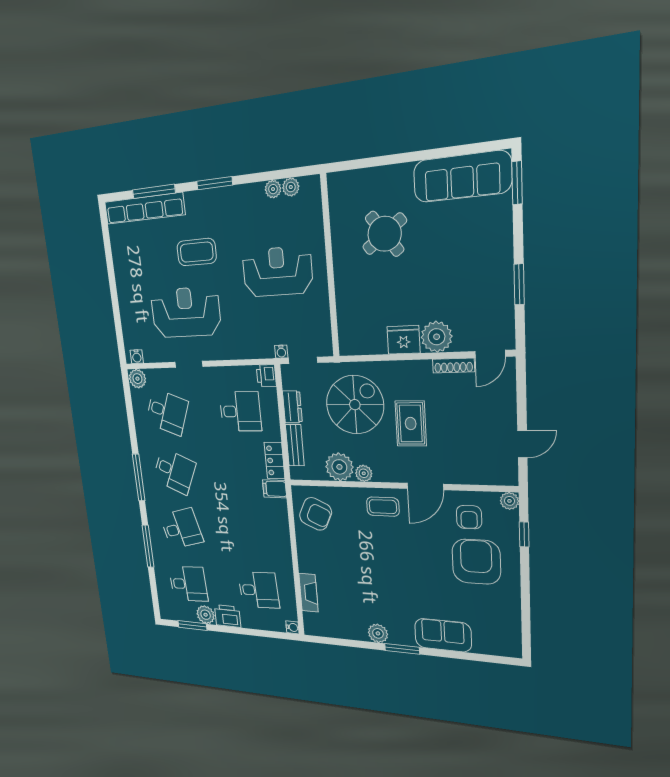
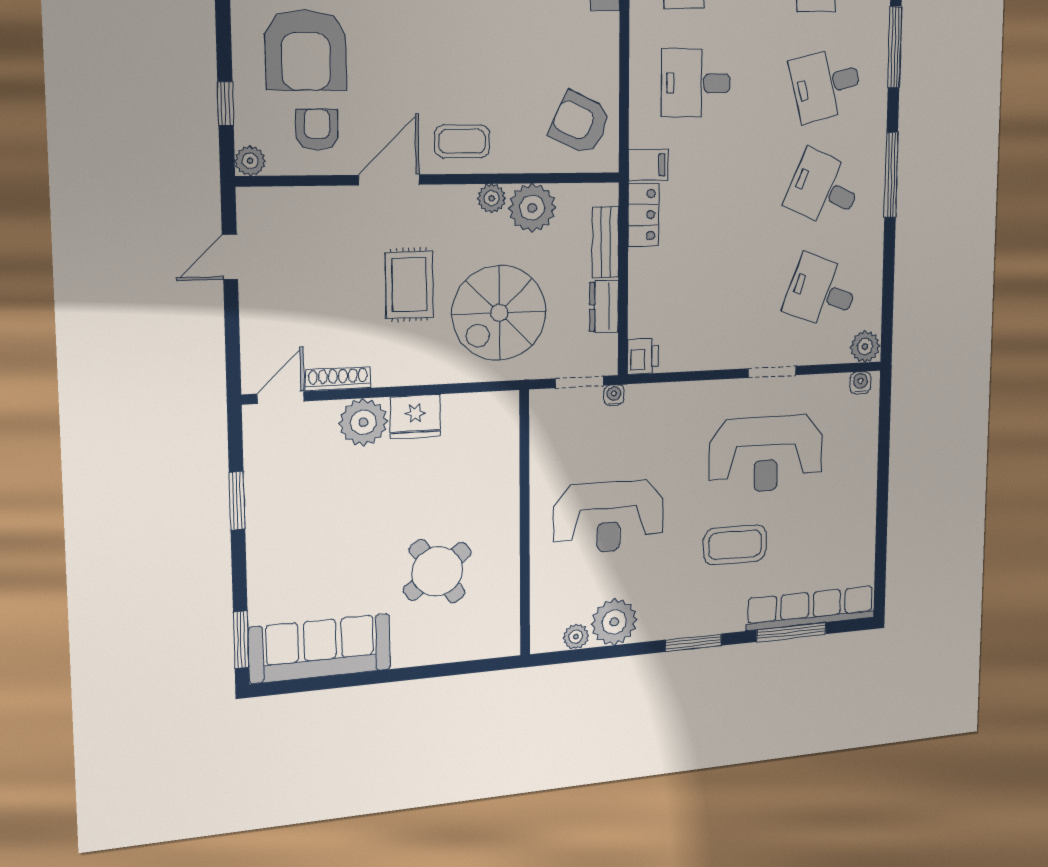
plant: (273, 189) -> (614, 622), width x1.87, depth x1.87
desk: (240, 411) -> (696, 83), moved

